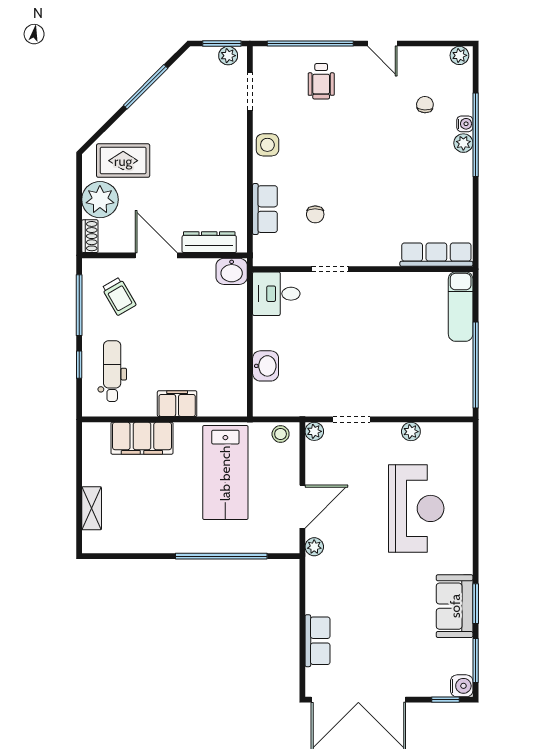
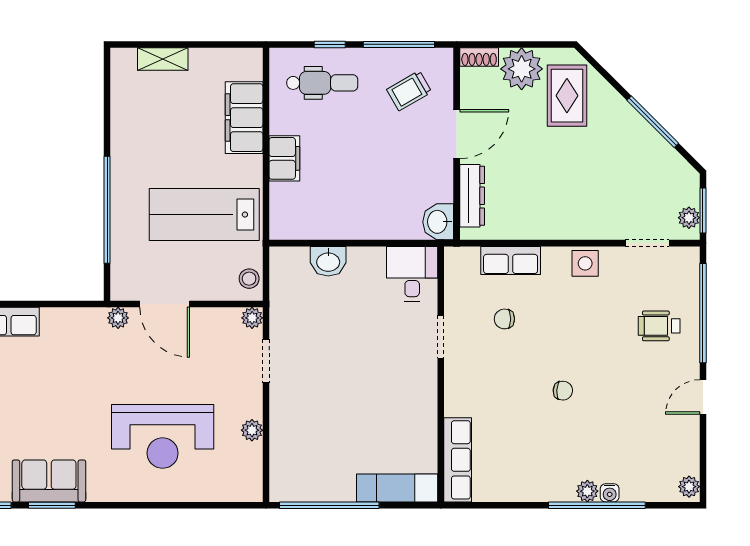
chair: (425, 105) -> (563, 391), moved

